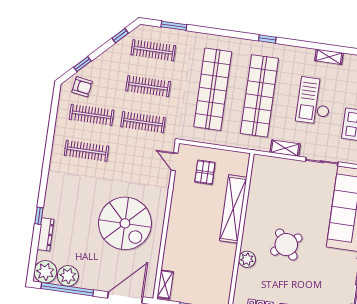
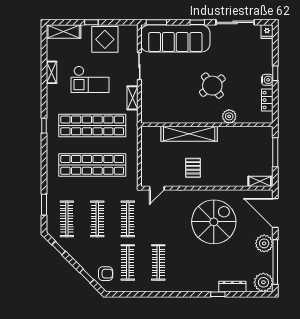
armchair: (82, 87) -> (106, 274), turned 81
pallet: (205, 172) -> (193, 168), moved, turned 90
plant: (68, 276) -> (264, 243), moved

